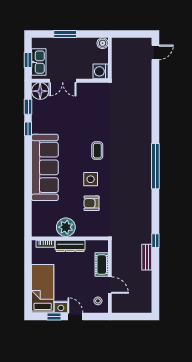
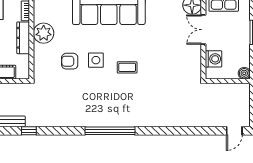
door: (155, 52) -> (234, 131), hinge flipped
washing machine: (101, 71) -> (213, 59), moved, turned 90
armchair: (92, 203) -> (70, 61), turned -90

